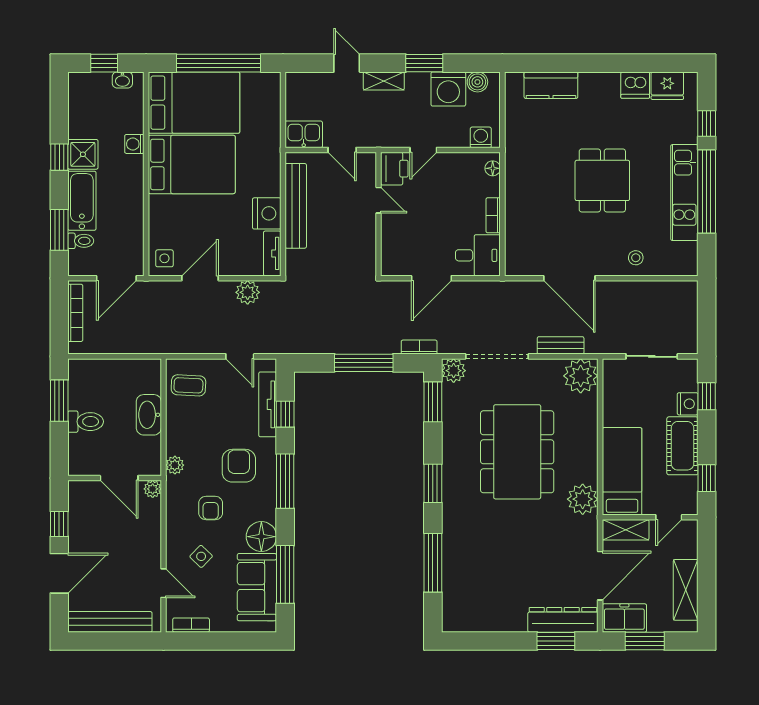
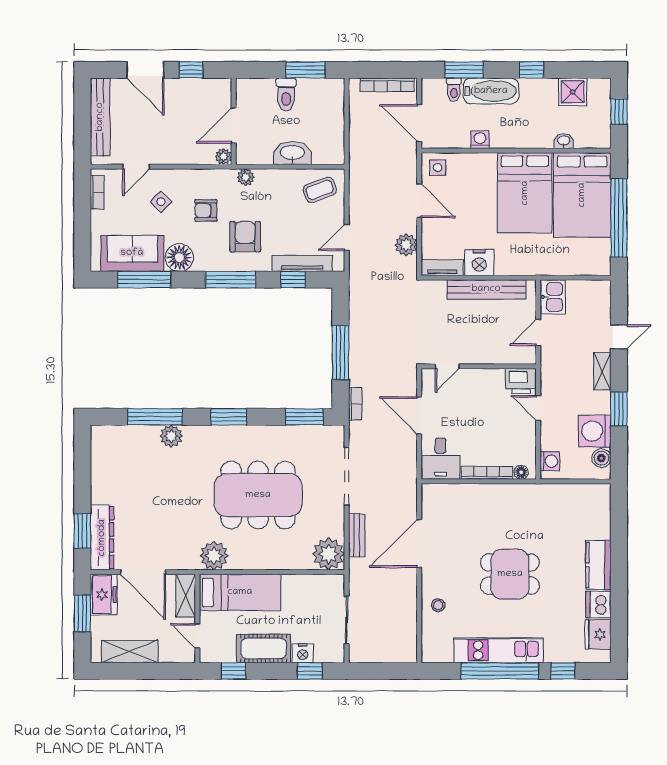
washbasin: (122, 80) -> (564, 141), moved, turned 90
kitchen counter: (551, 85) -> (598, 565), moved
washing machine: (134, 144) -> (480, 140), moved
shower: (83, 154) -> (573, 92), moved
door: (379, 200) -> (447, 366), moved
bookcase: (493, 215) -> (487, 473), width x1.56
plant: (454, 371) -> (171, 436), moved
coffee table: (188, 385) -> (320, 190), turned 67
armchair: (239, 466) -> (245, 237), turned -90

